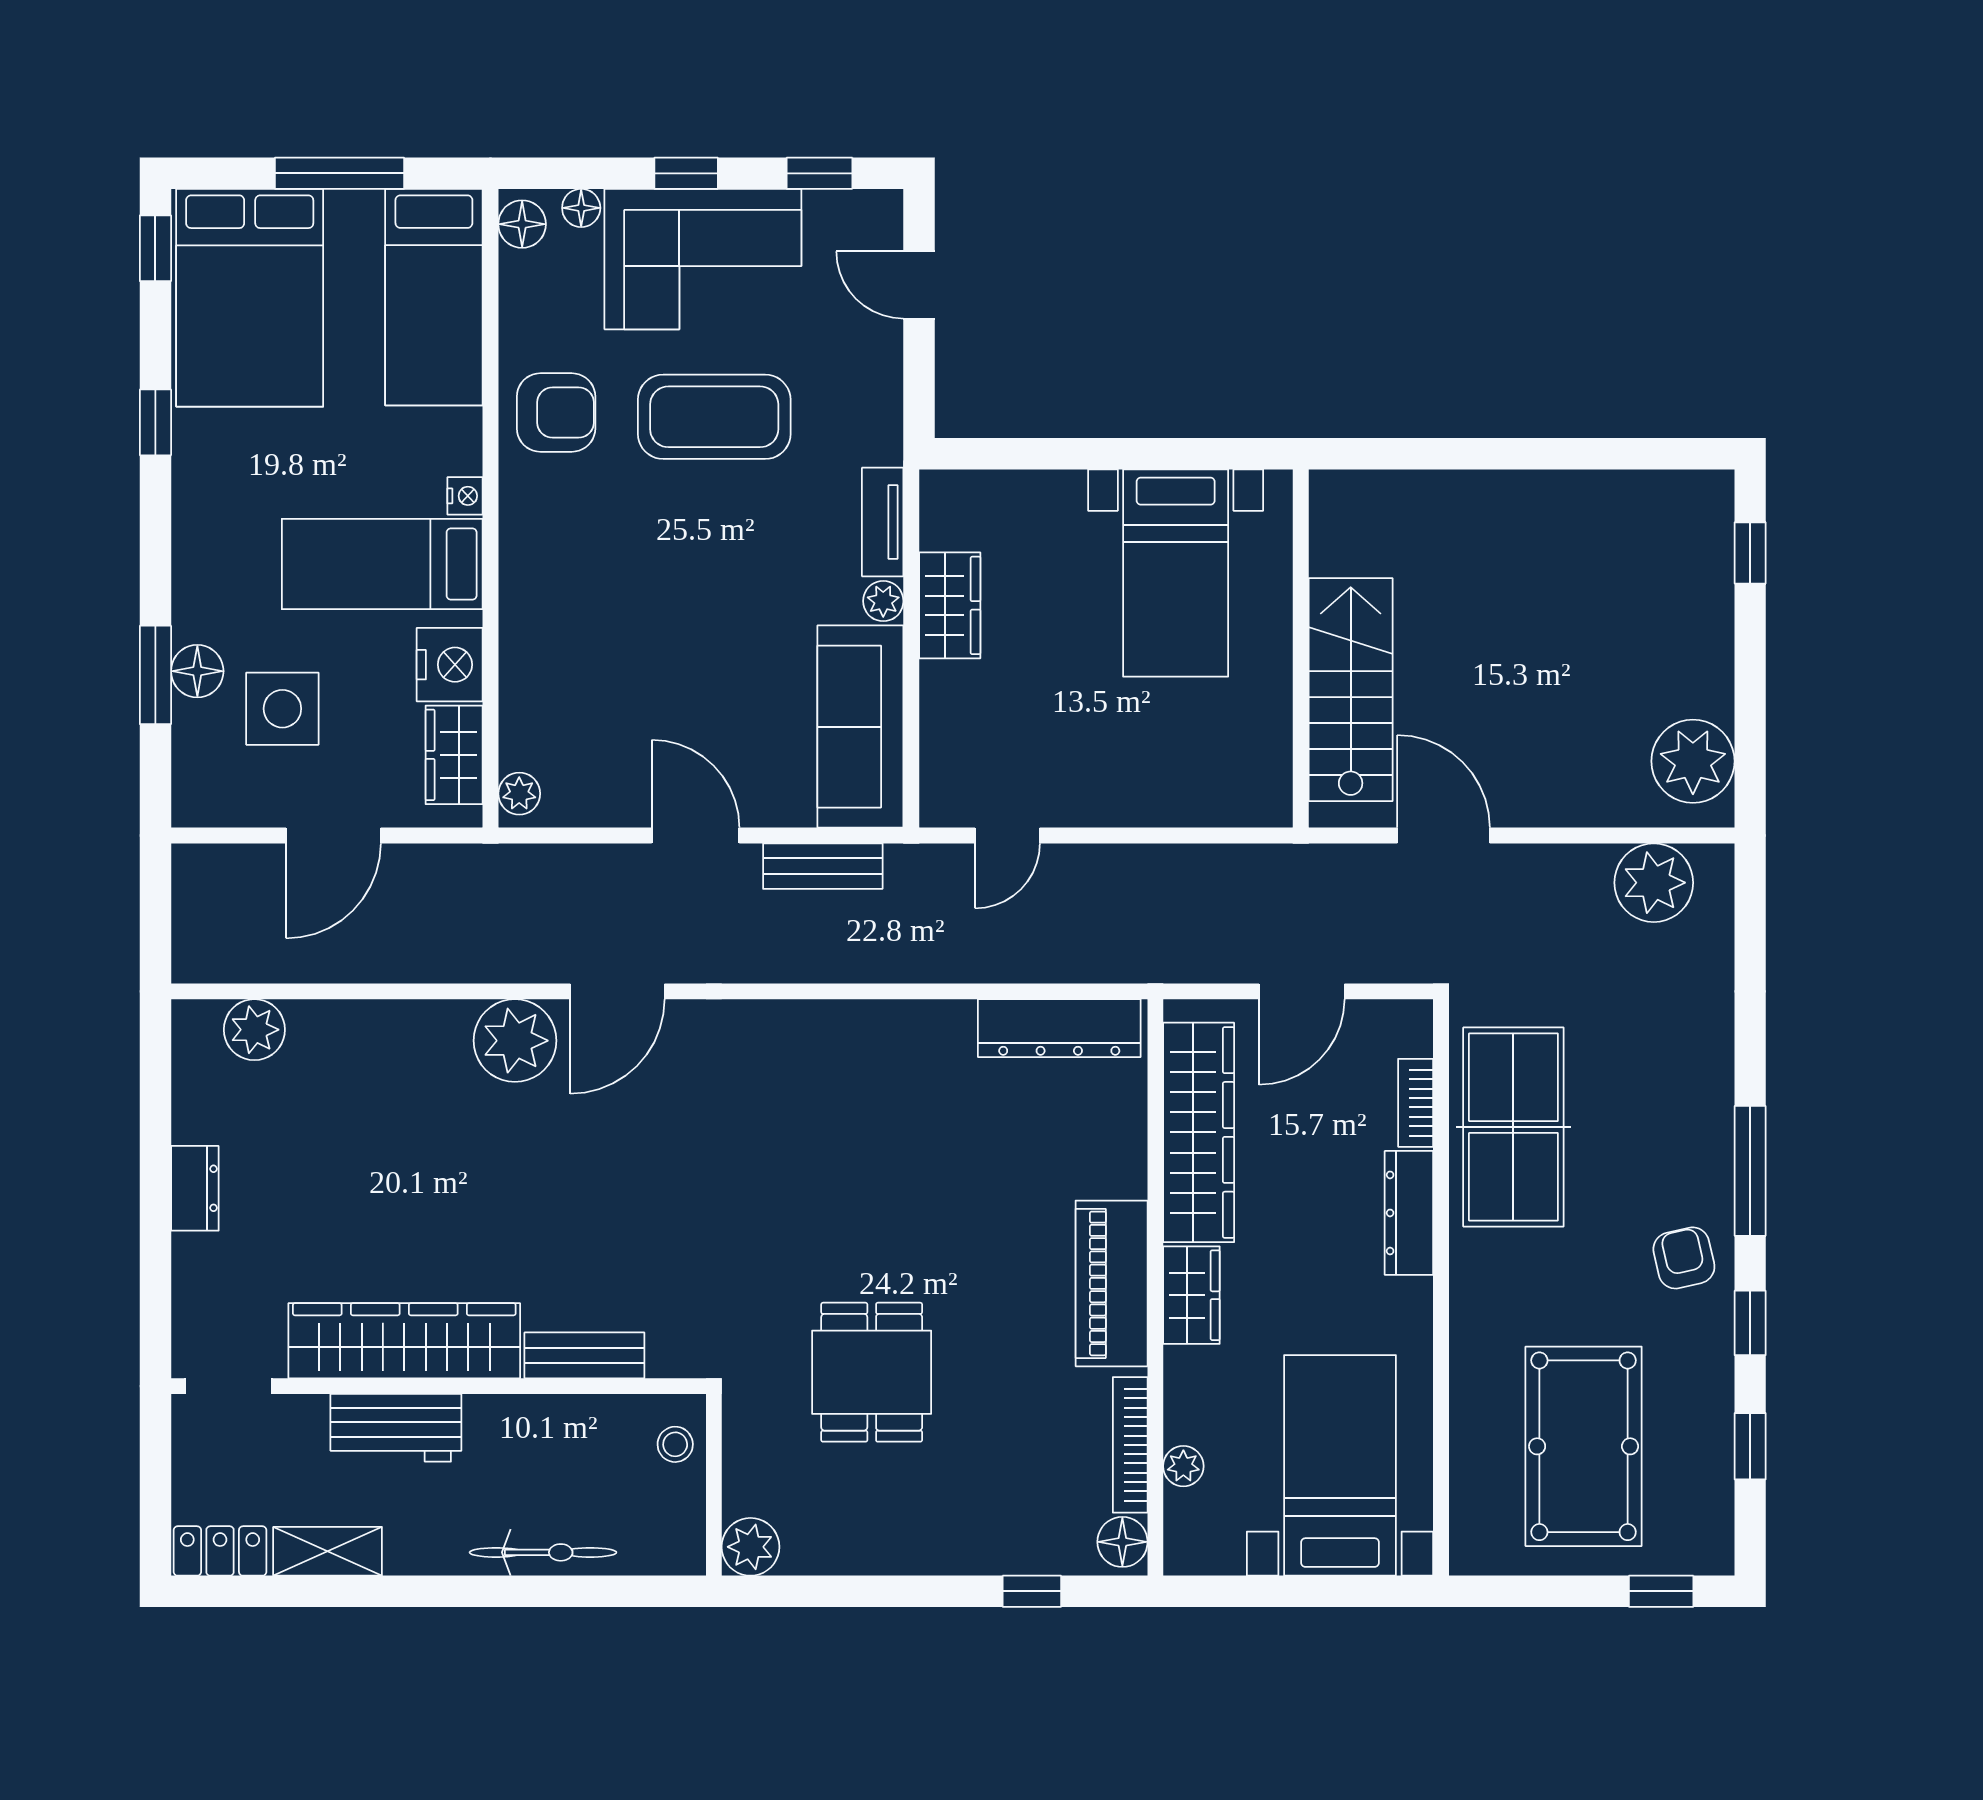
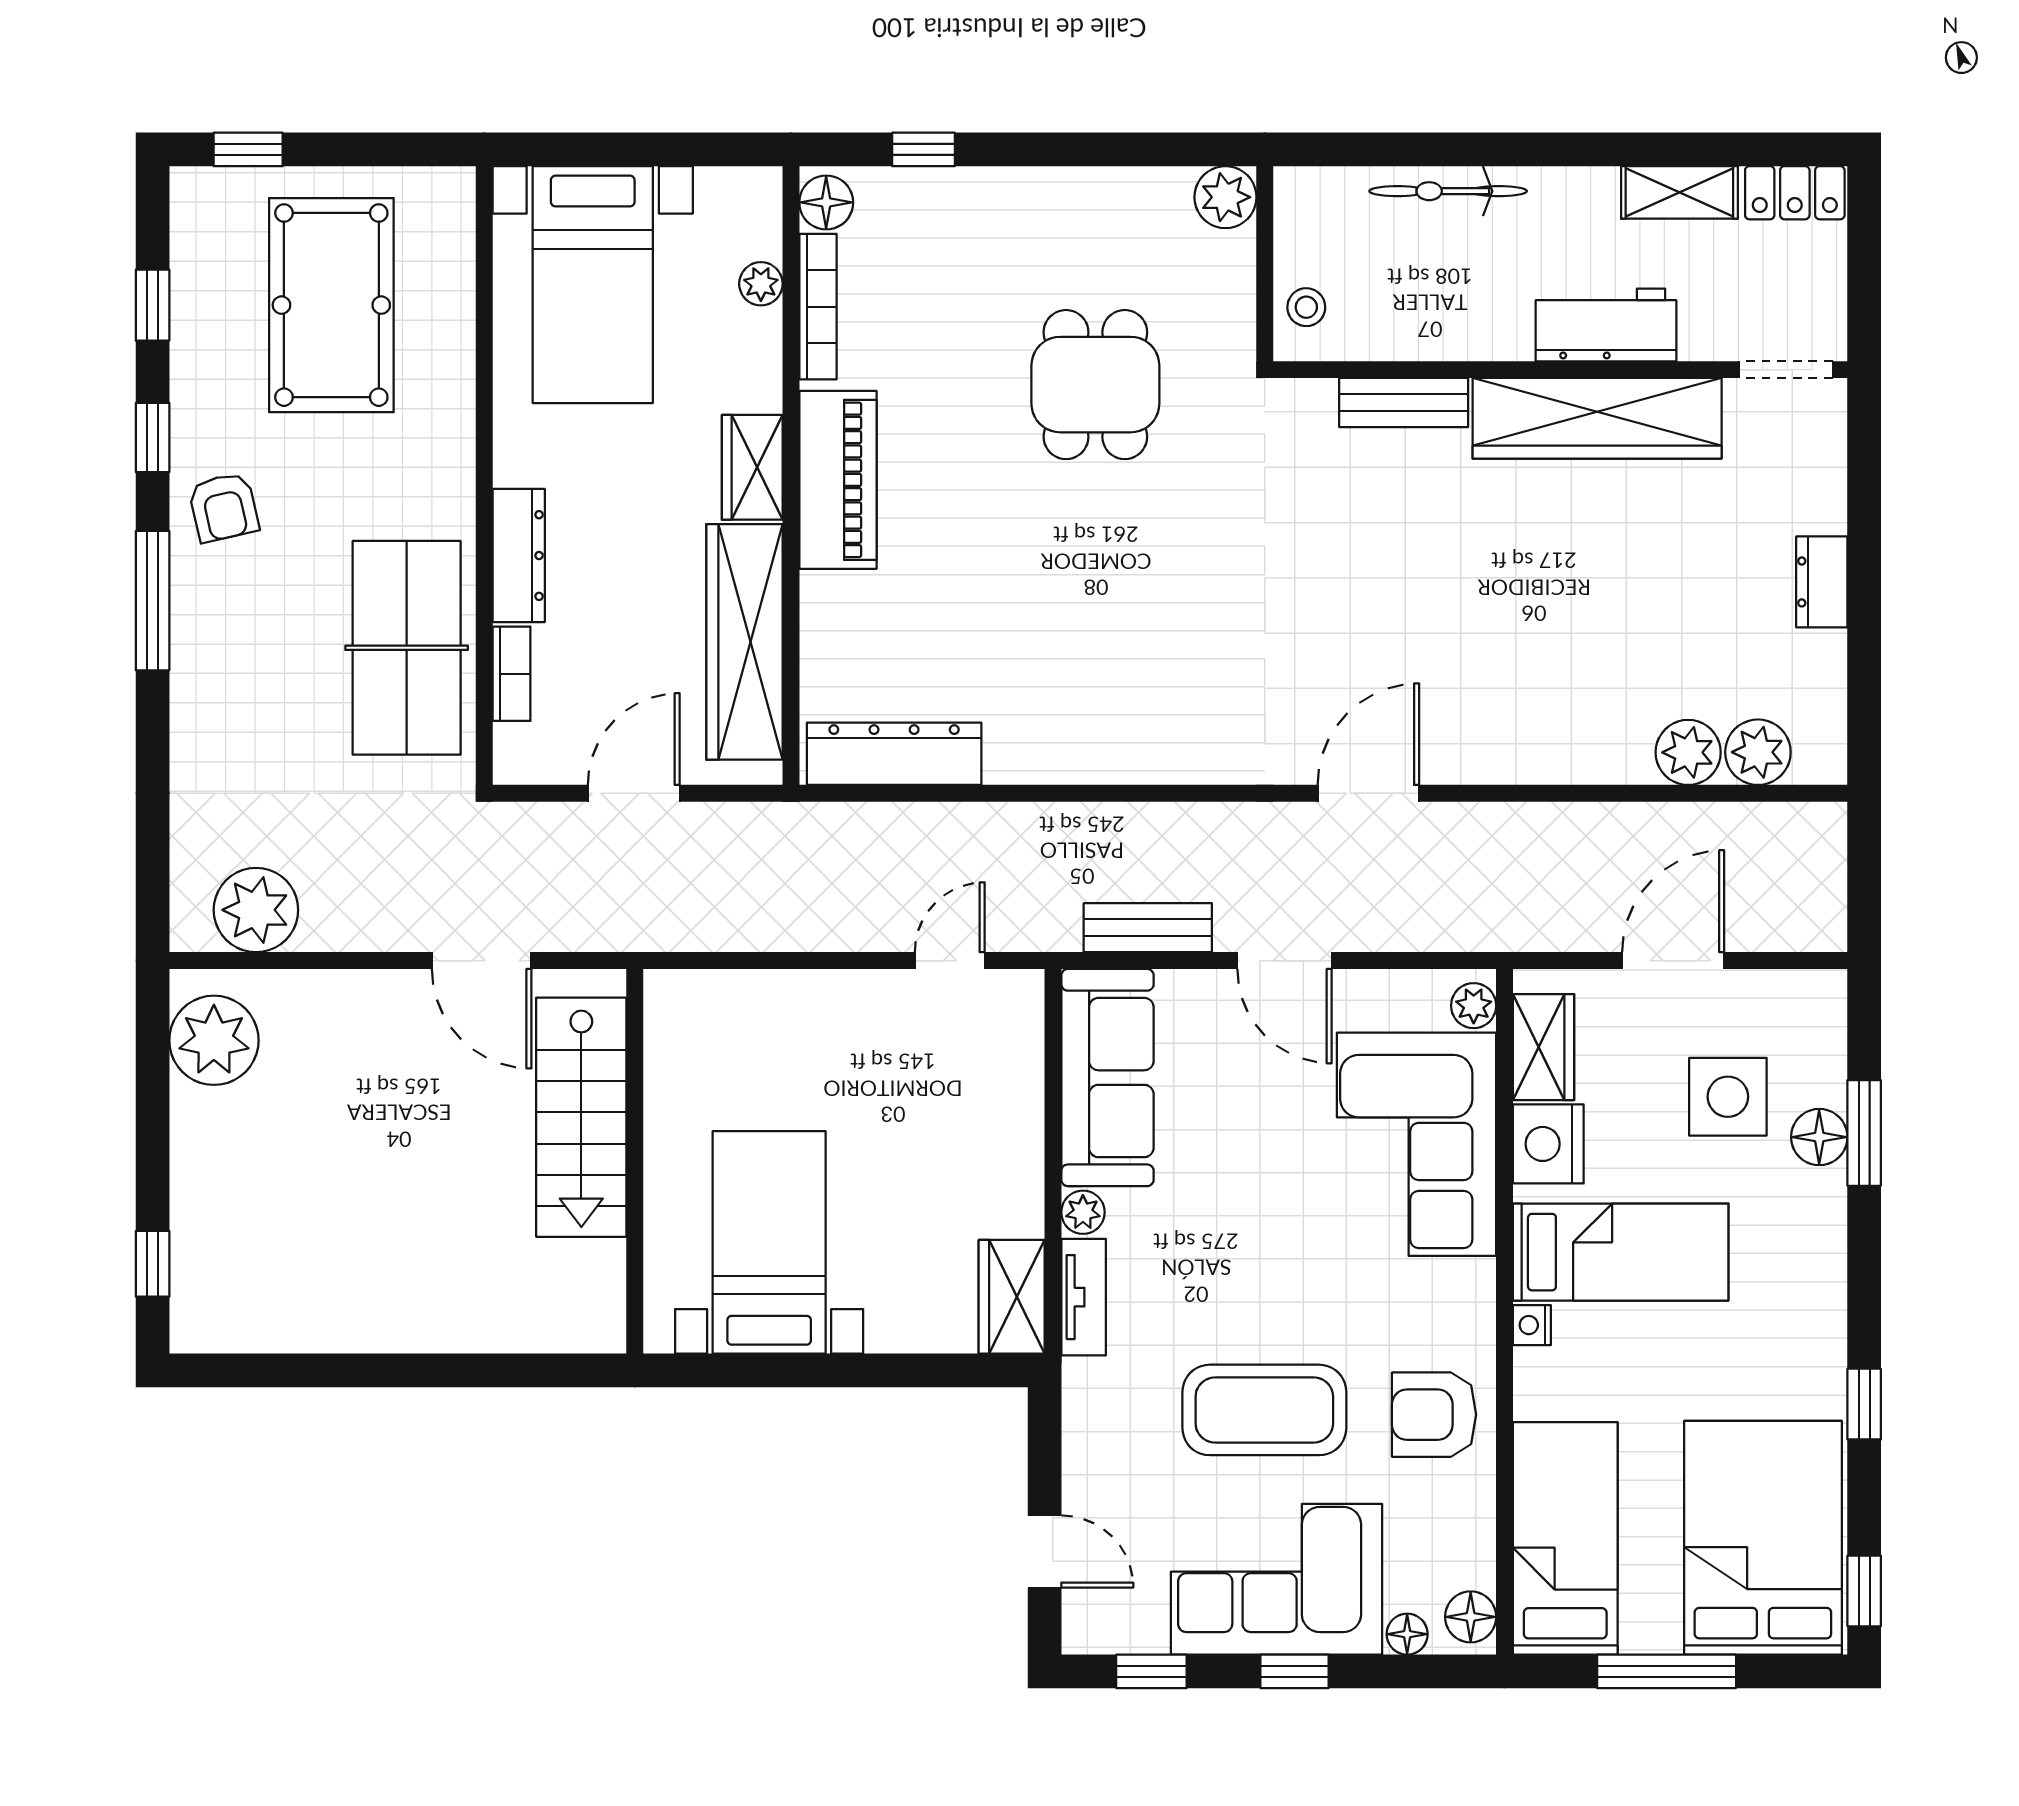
wardrobe: (950, 605) -> (1012, 1297), moved
corner sofa: (572, 664) -> (1417, 1144), added
plant: (515, 1041) -> (1688, 752), moved, width x0.73, depth x0.73

